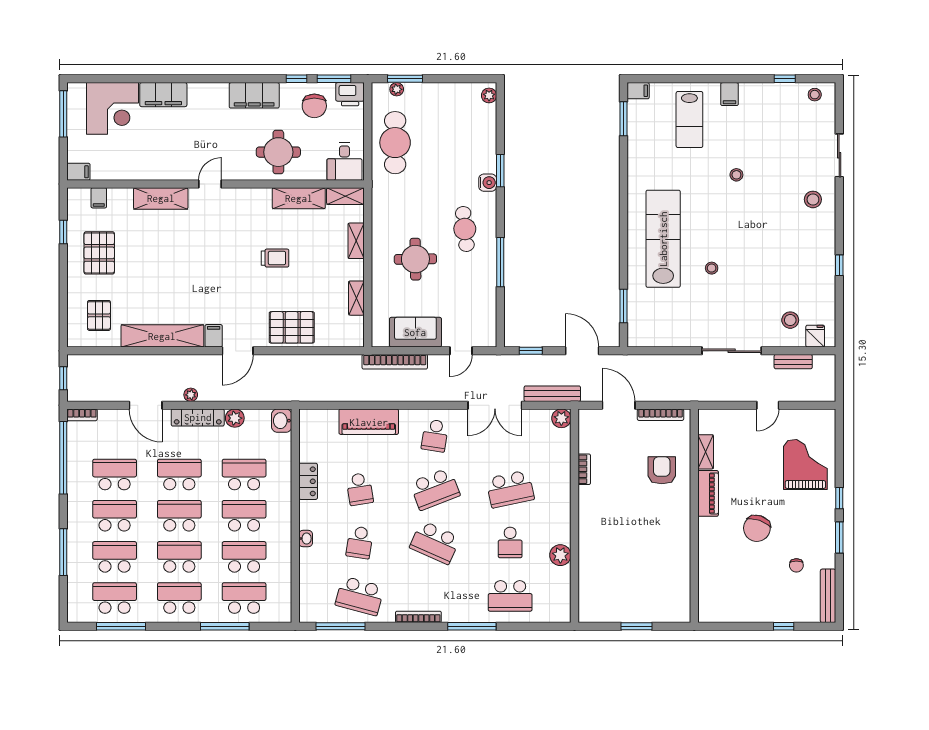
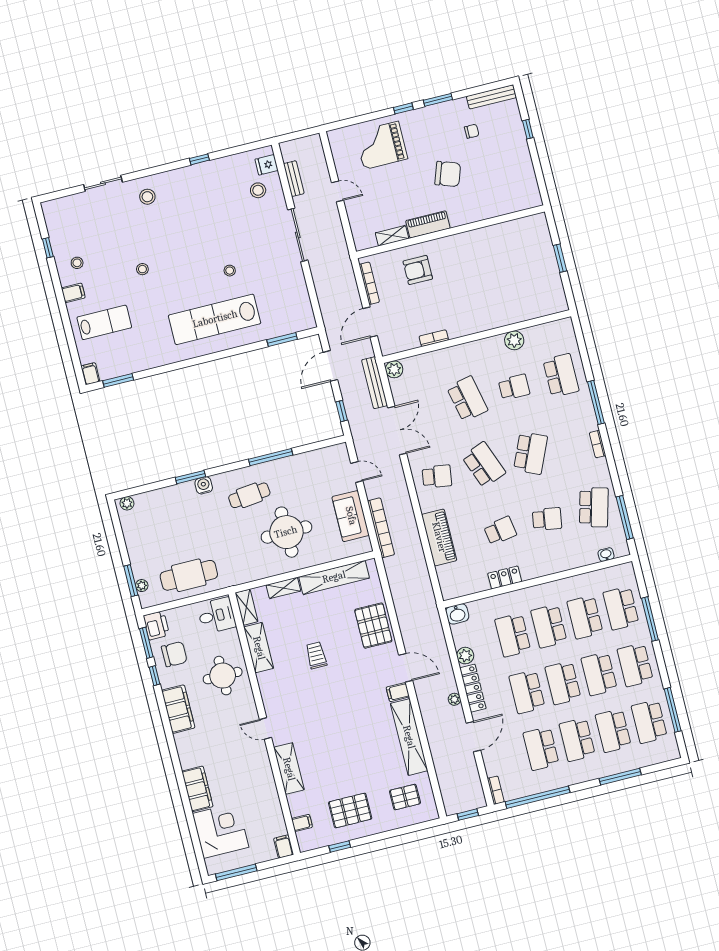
stool: (815, 95) -> (77, 263), moved
round table: (415, 259) -> (286, 532), width x1.36, depth x1.36
shelving: (356, 298) -> (334, 577), width x2.20, depth x1.33
washbasin: (306, 539) -> (606, 555), moved
bookcase: (418, 617) -> (598, 444), width x0.64

